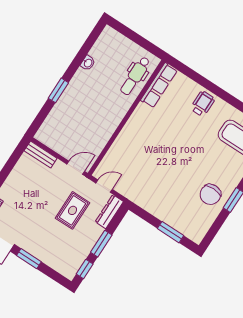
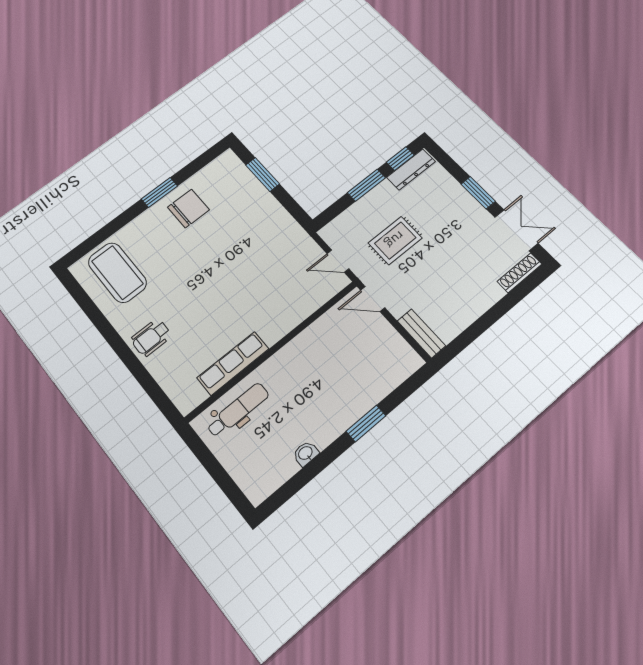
row of seats: (159, 85) -> (233, 363), moved
dresser: (109, 212) -> (411, 169), moved

